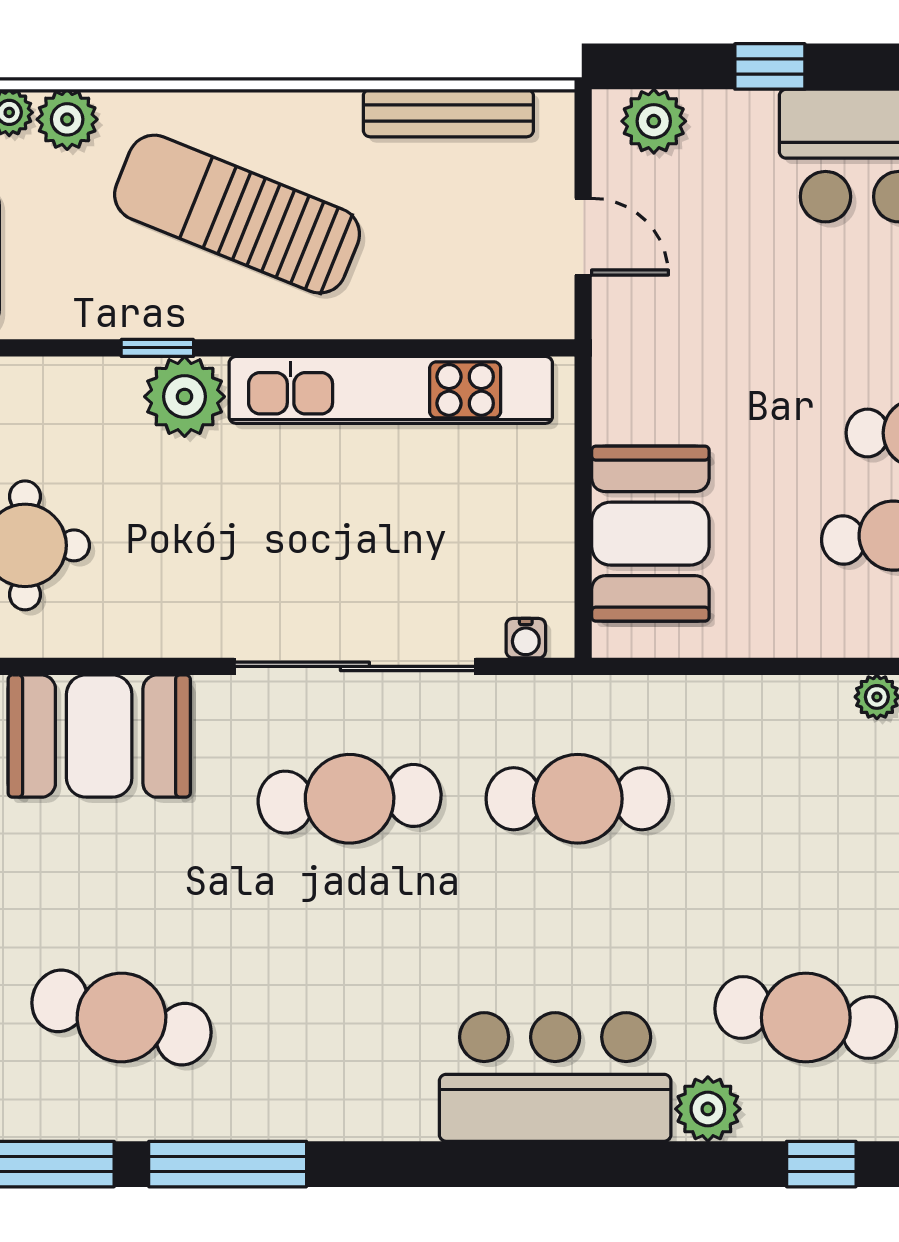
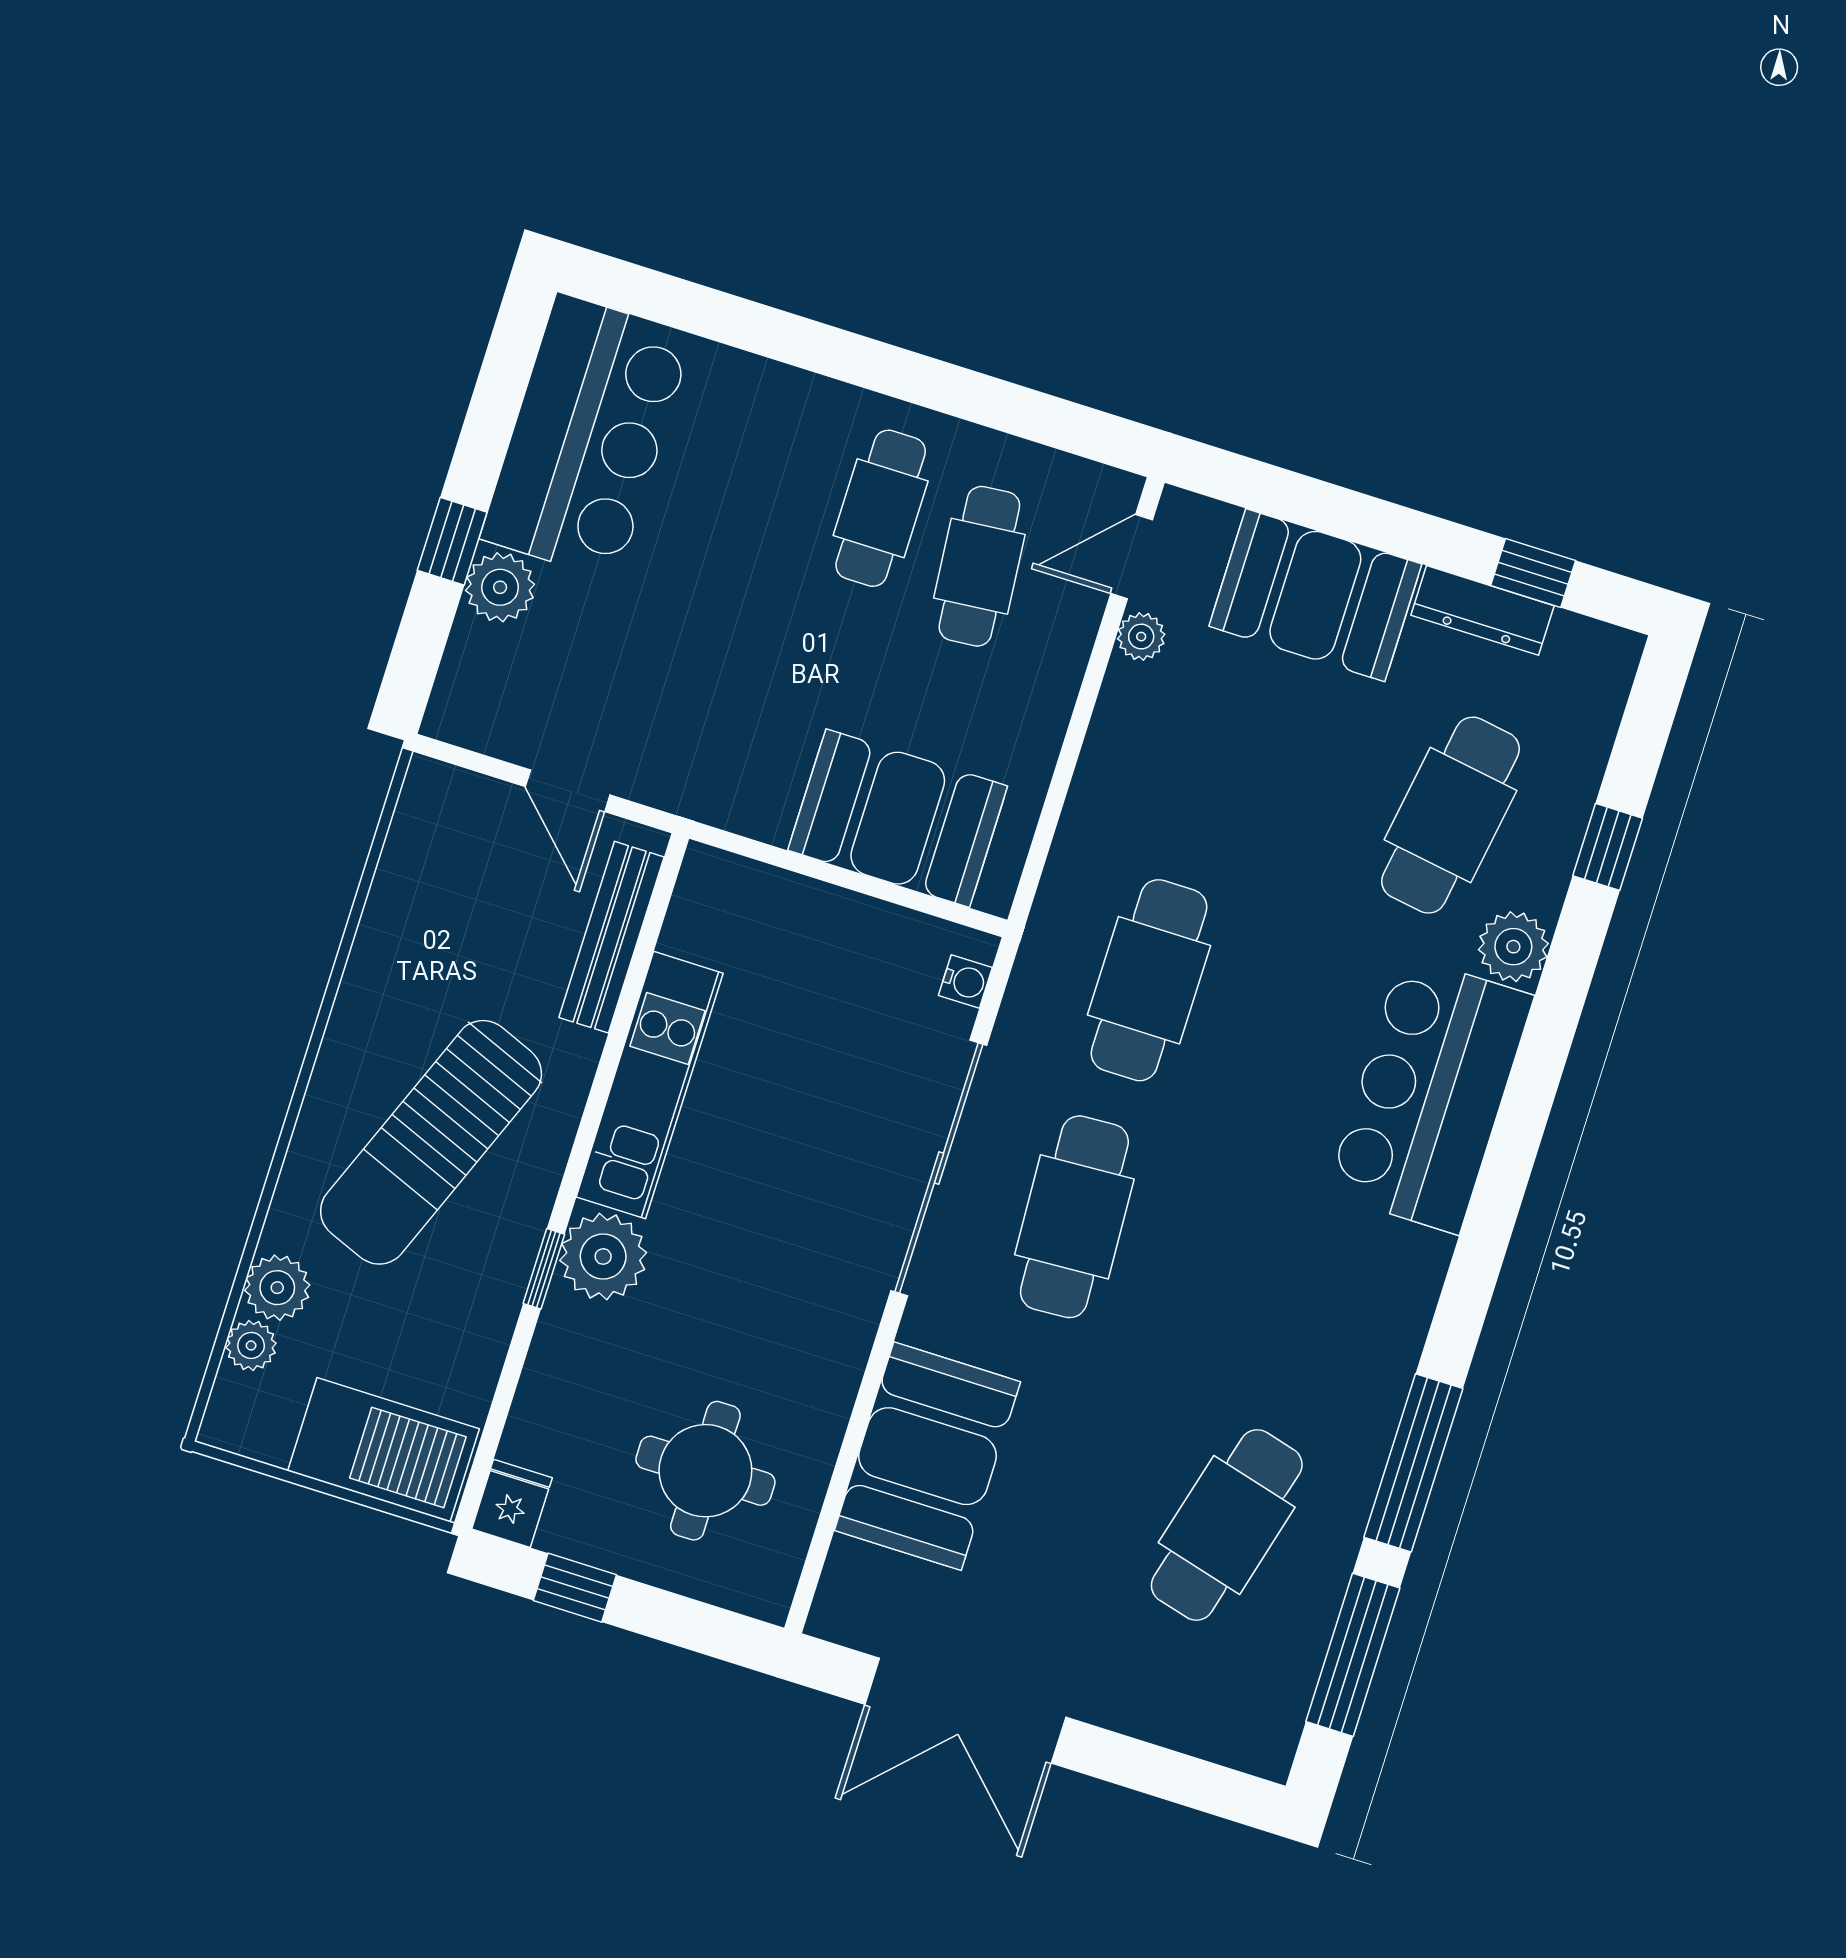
bench: (448, 113) -> (612, 937), moved
plant: (654, 121) -> (500, 587), moved
door: (583, 237) -> (568, 791), swing flipped
kitchen unit: (391, 390) -> (650, 1085), width x0.73

